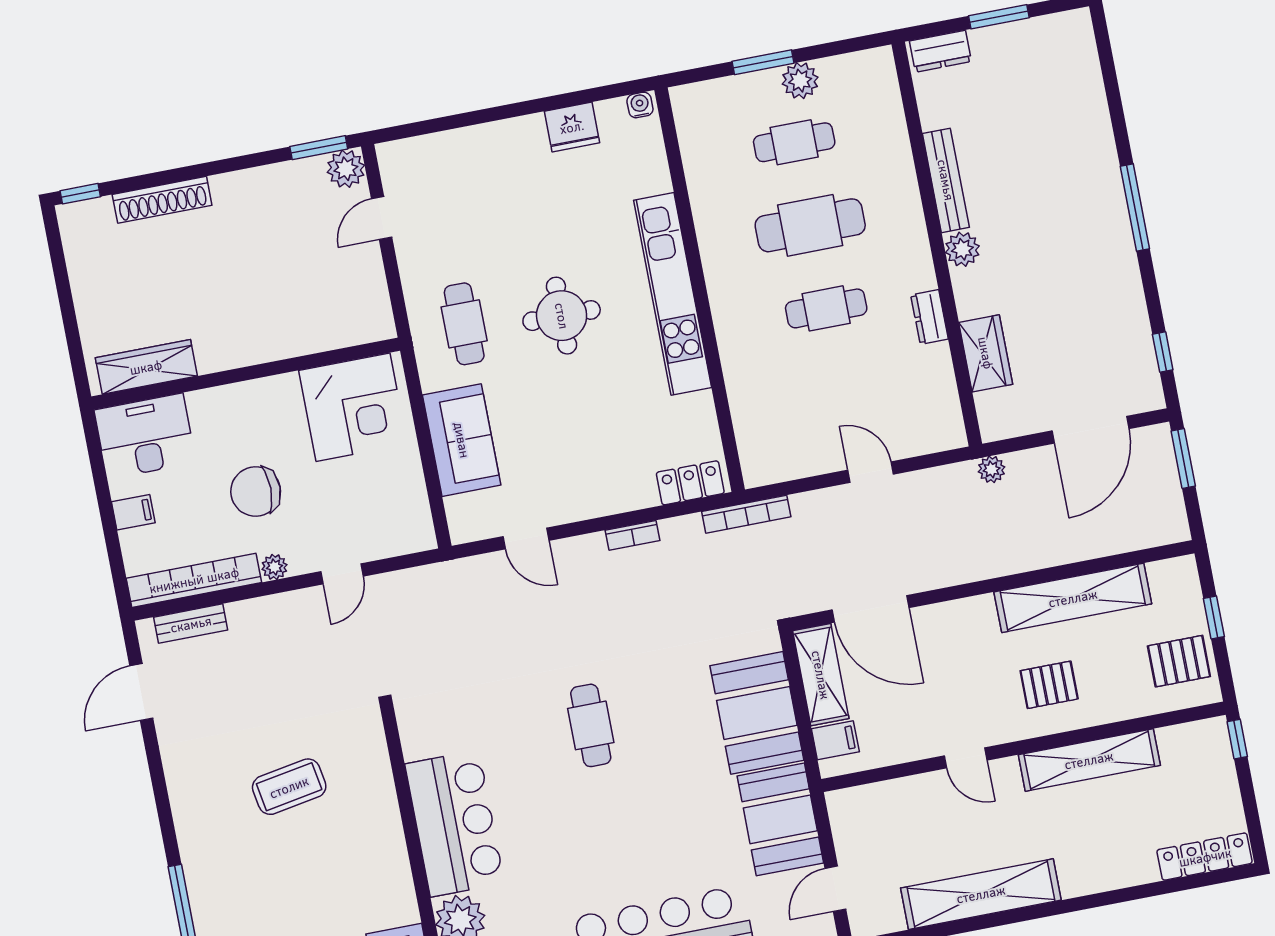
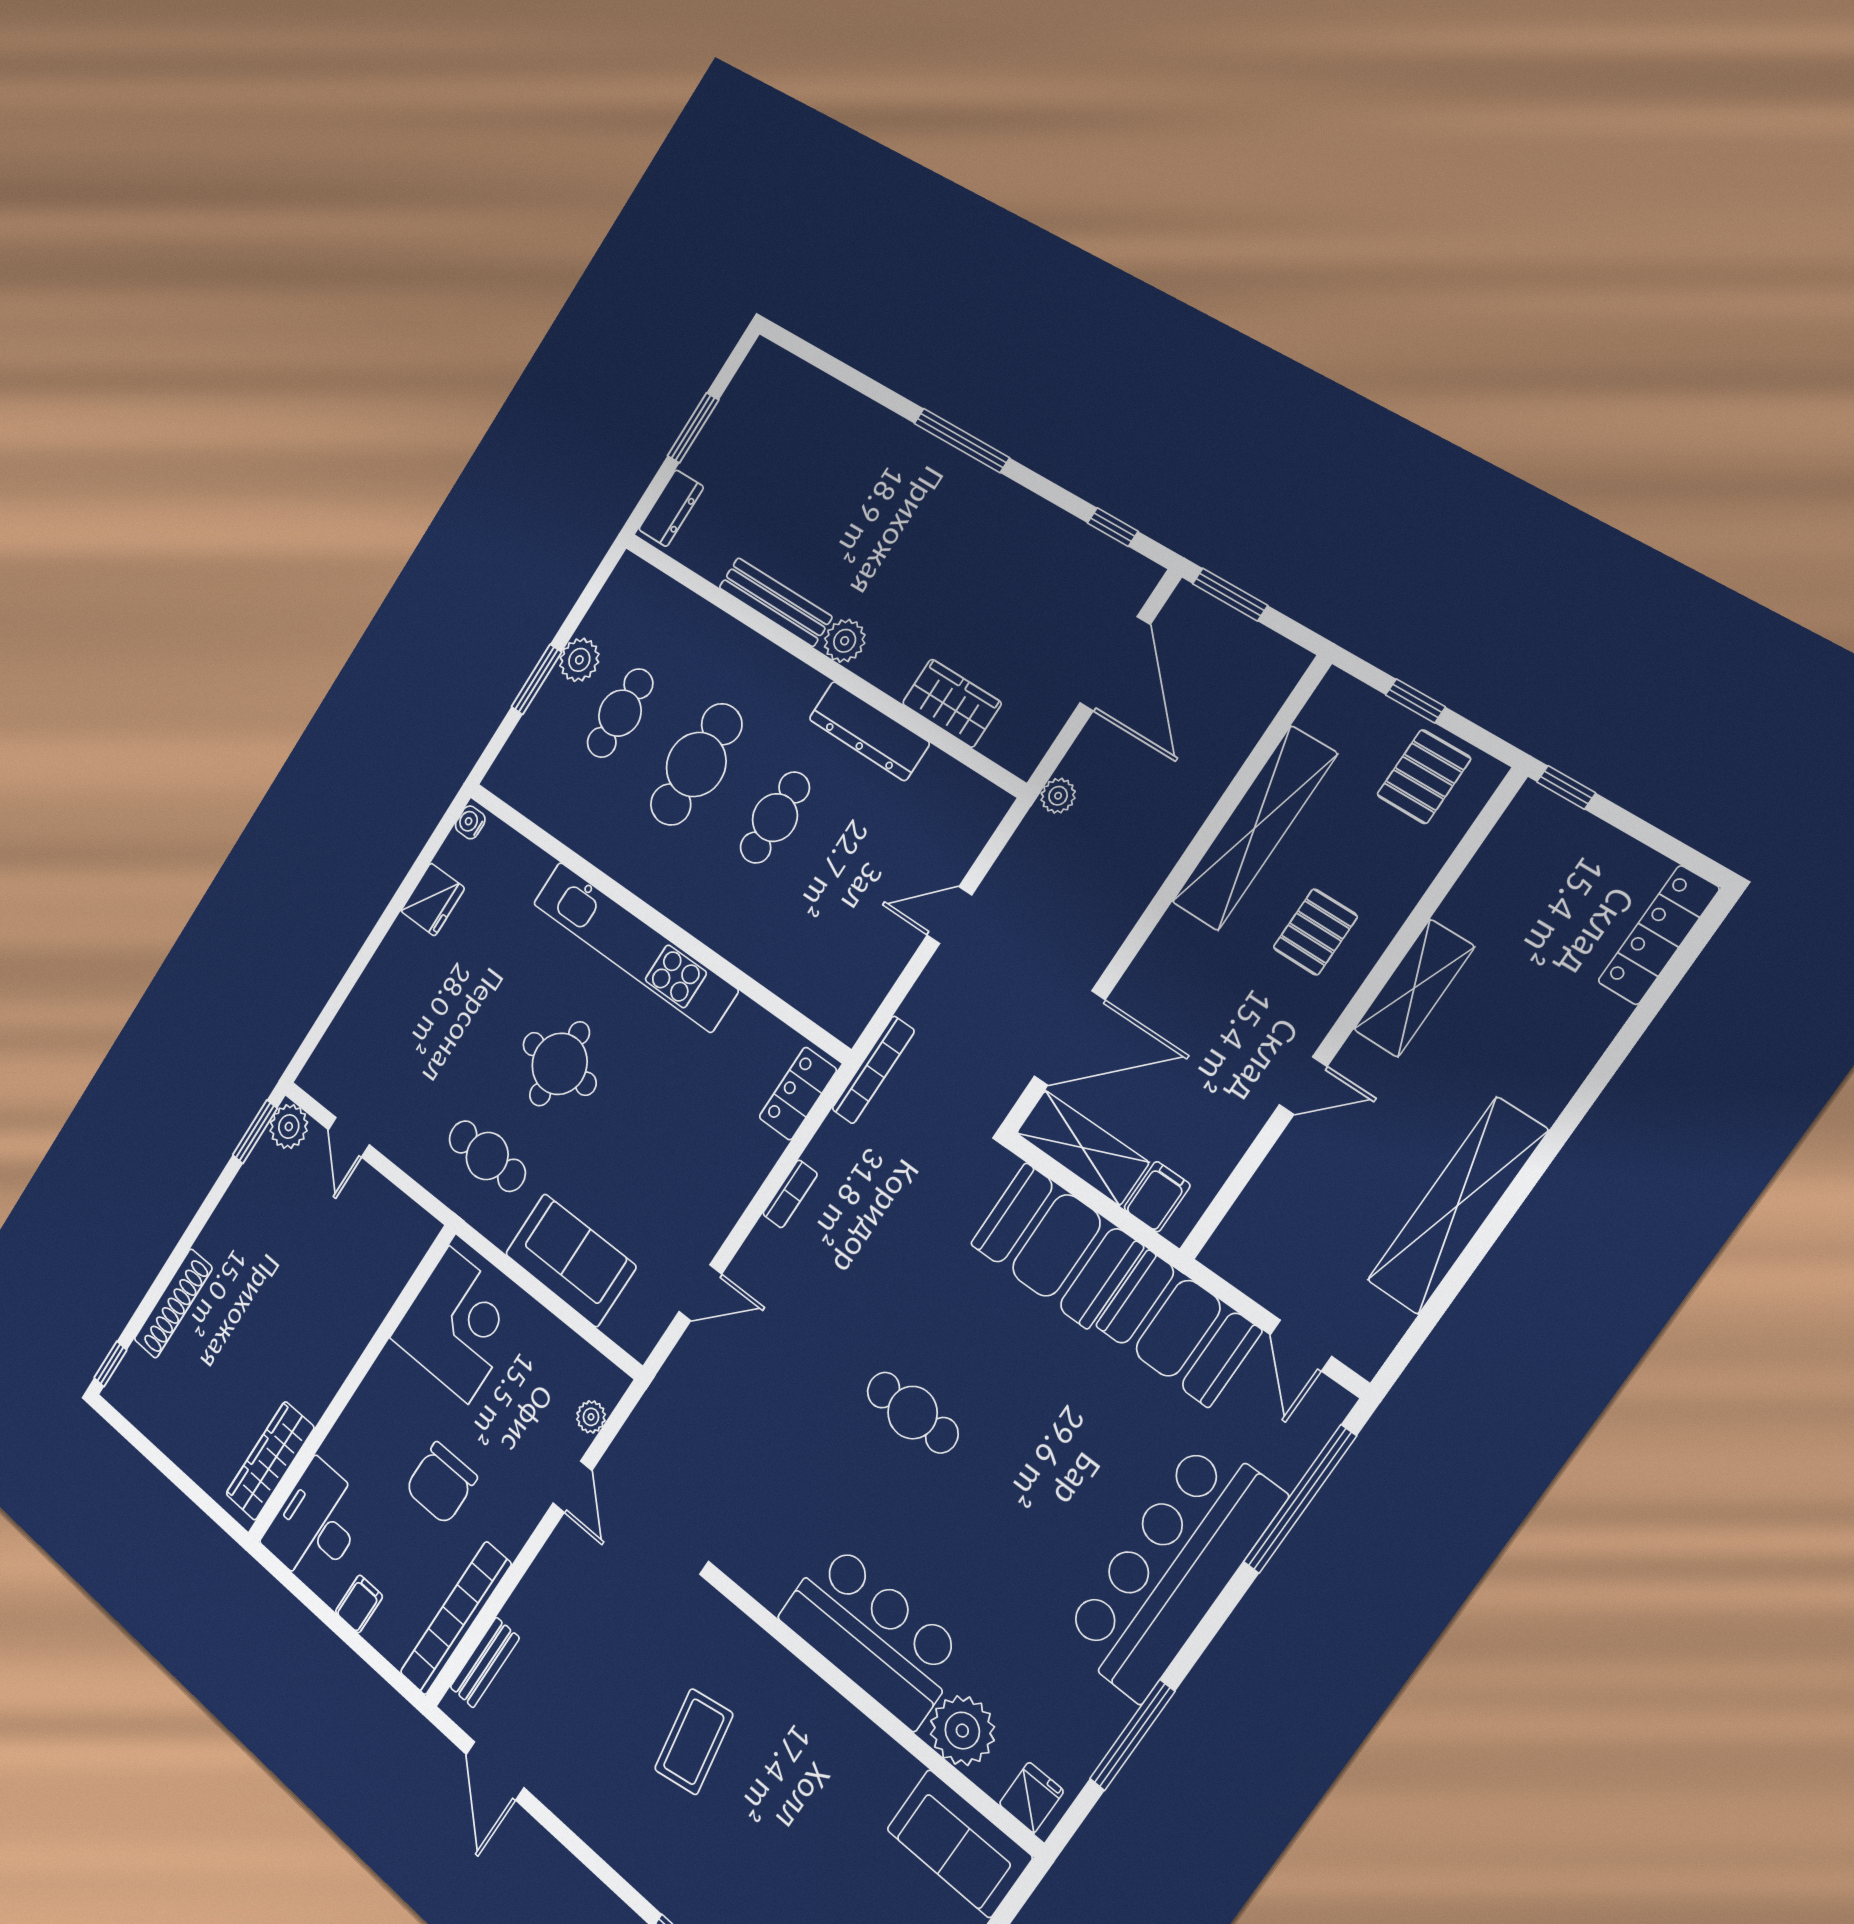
dresser: (929, 317) -> (869, 731), width x1.96, depth x1.24
plant: (274, 567) -> (591, 1417), moved
shelving: (1089, 760) -> (1414, 988), width x0.68

